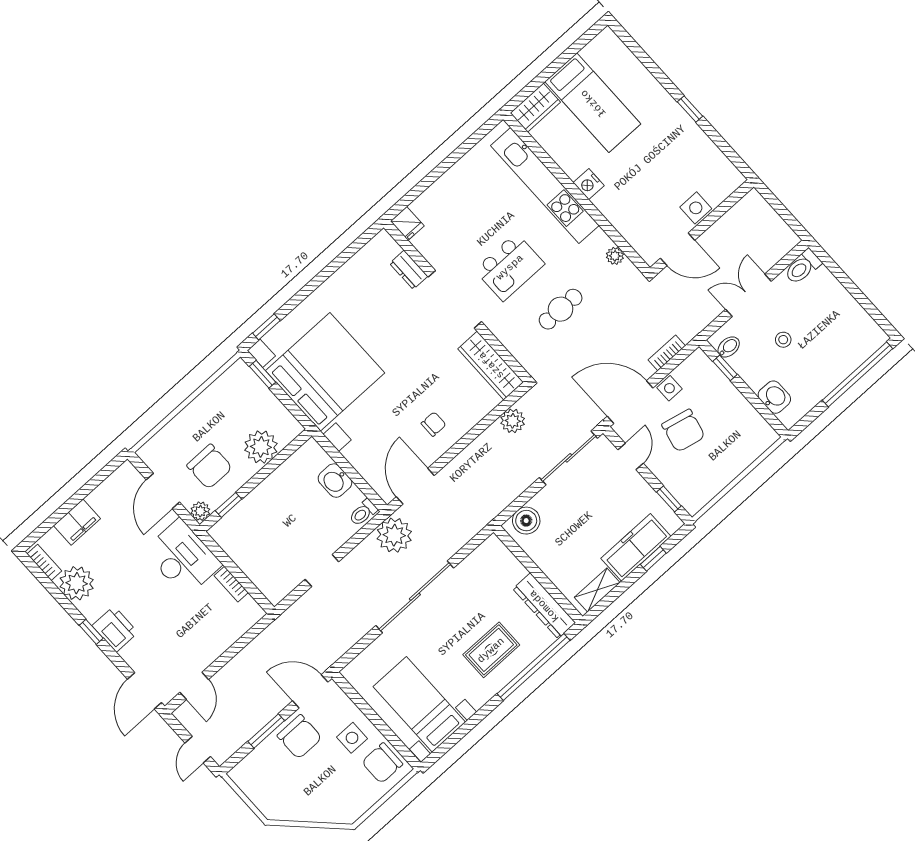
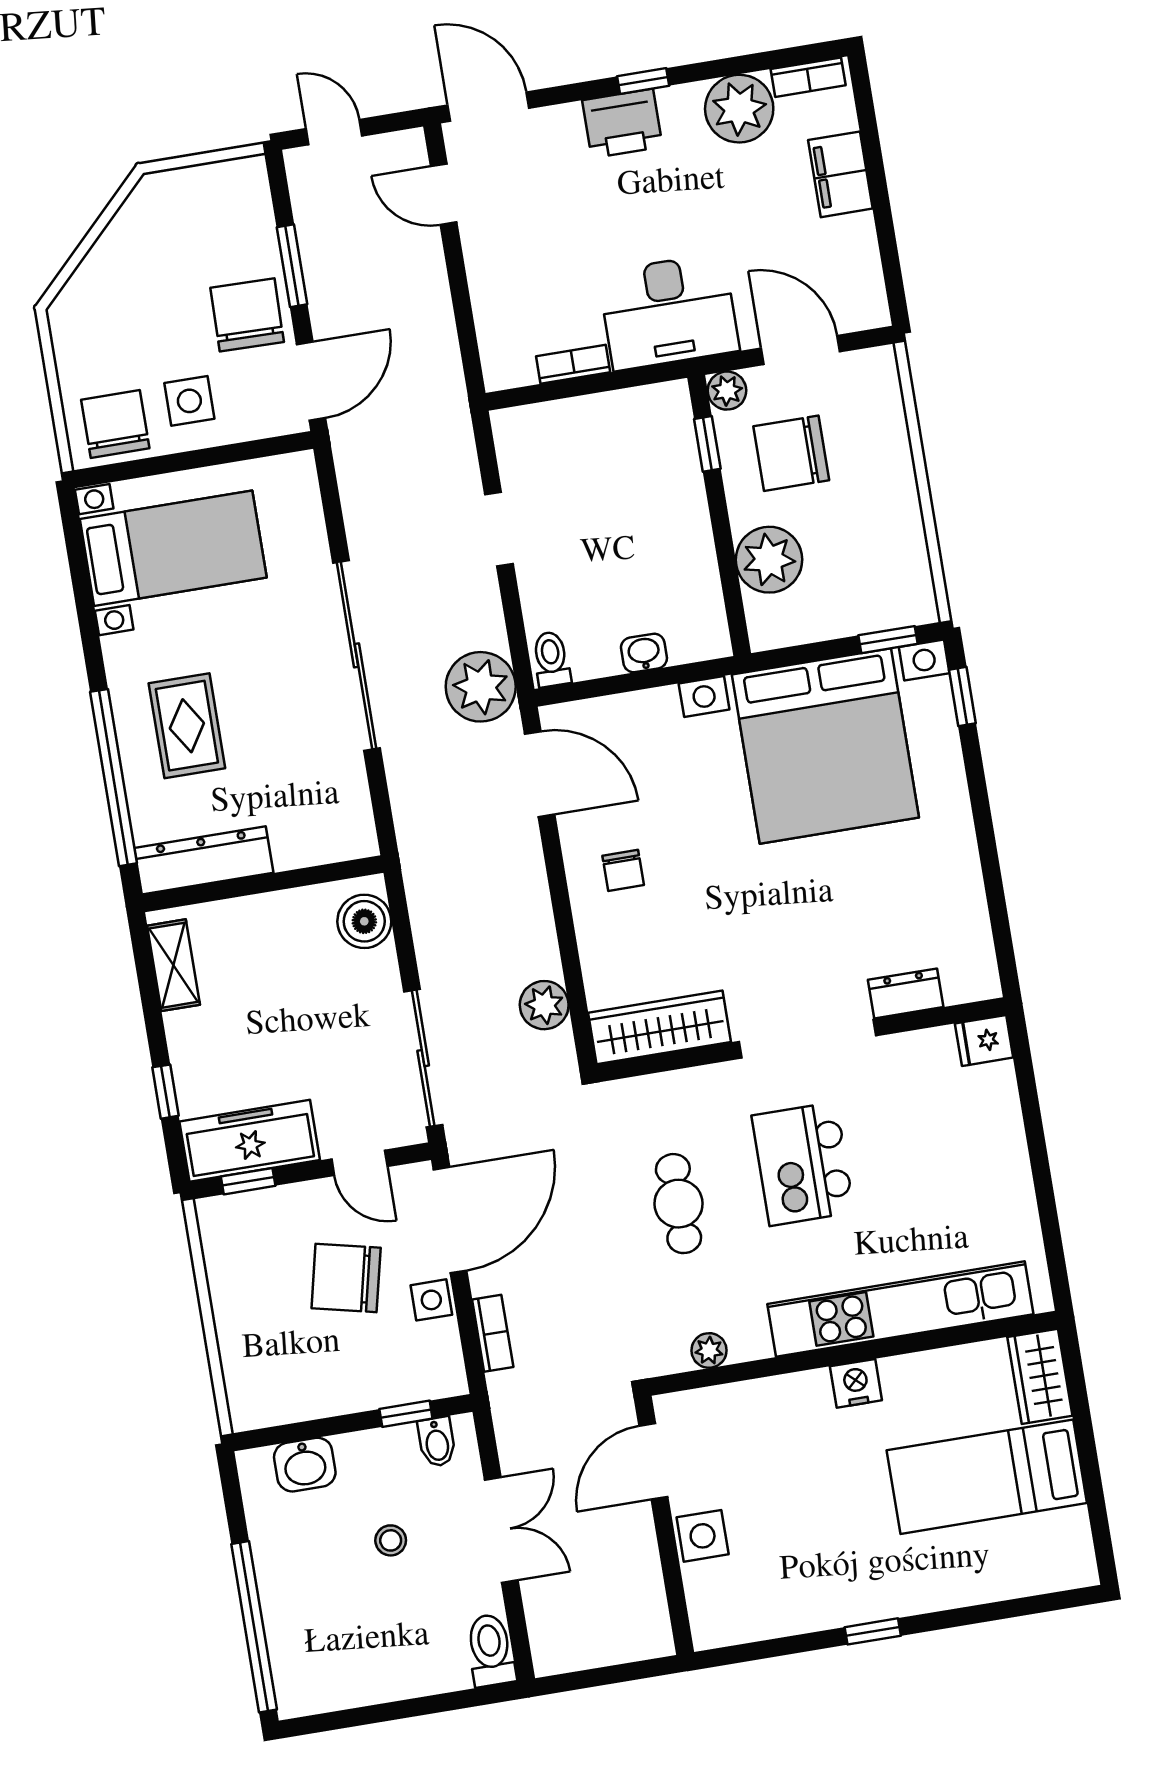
washbasin: (335, 481) -> (644, 653), width x0.72, depth x0.69
freezer: (636, 547) -> (250, 1141), moved, turned -90
chair: (299, 737) -> (247, 315), turned 91

